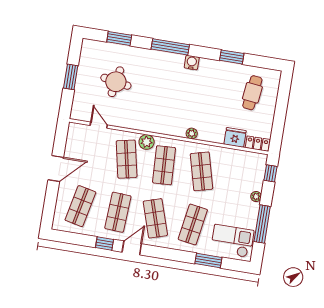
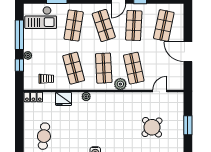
round table: (116, 82) -> (152, 127), turned 37
door: (99, 125) -> (160, 91), swing flipped
fridge: (235, 137) -> (64, 99), moved
trolley: (238, 164) -> (46, 79), added
door: (56, 168) -> (188, 52), hinge flipped
window: (270, 173) -> (19, 65), moved

